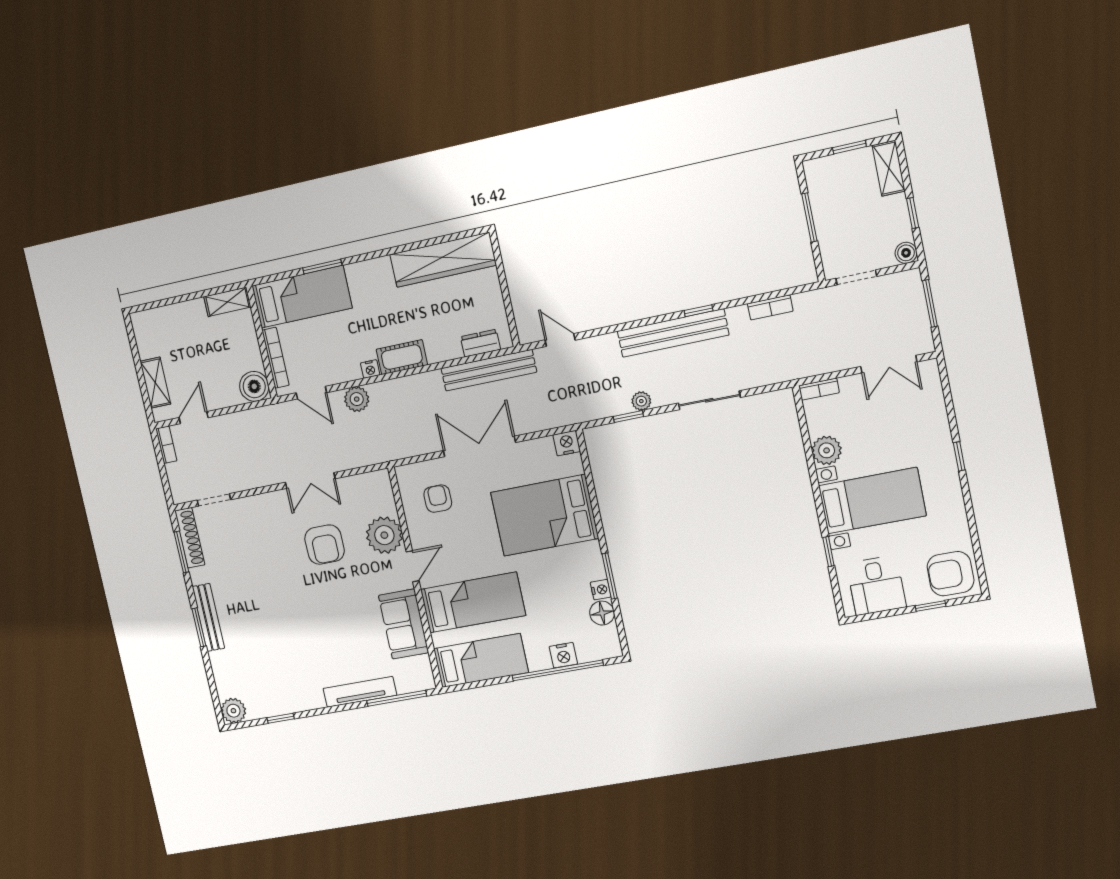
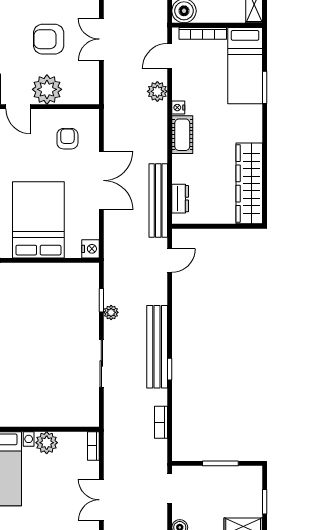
armchair: (438, 499) -> (67, 139), turned -90

